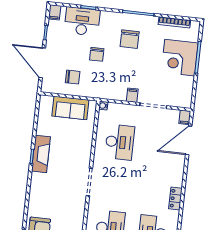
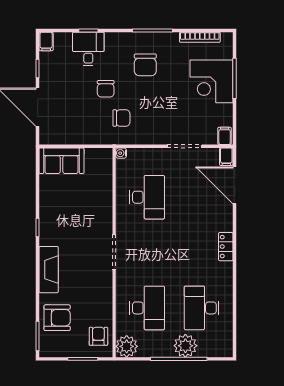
desk: (82, 21) -> (88, 49), width x0.73
chair: (73, 77) -> (121, 118), moved
filing cabinet: (132, 95) -> (225, 136), moved
sofa: (70, 108) -> (61, 161), moved
door: (189, 140) -> (235, 185), hinge flipped
fireplace: (41, 154) -> (49, 270), moved
locker: (175, 199) -> (226, 247), moved

